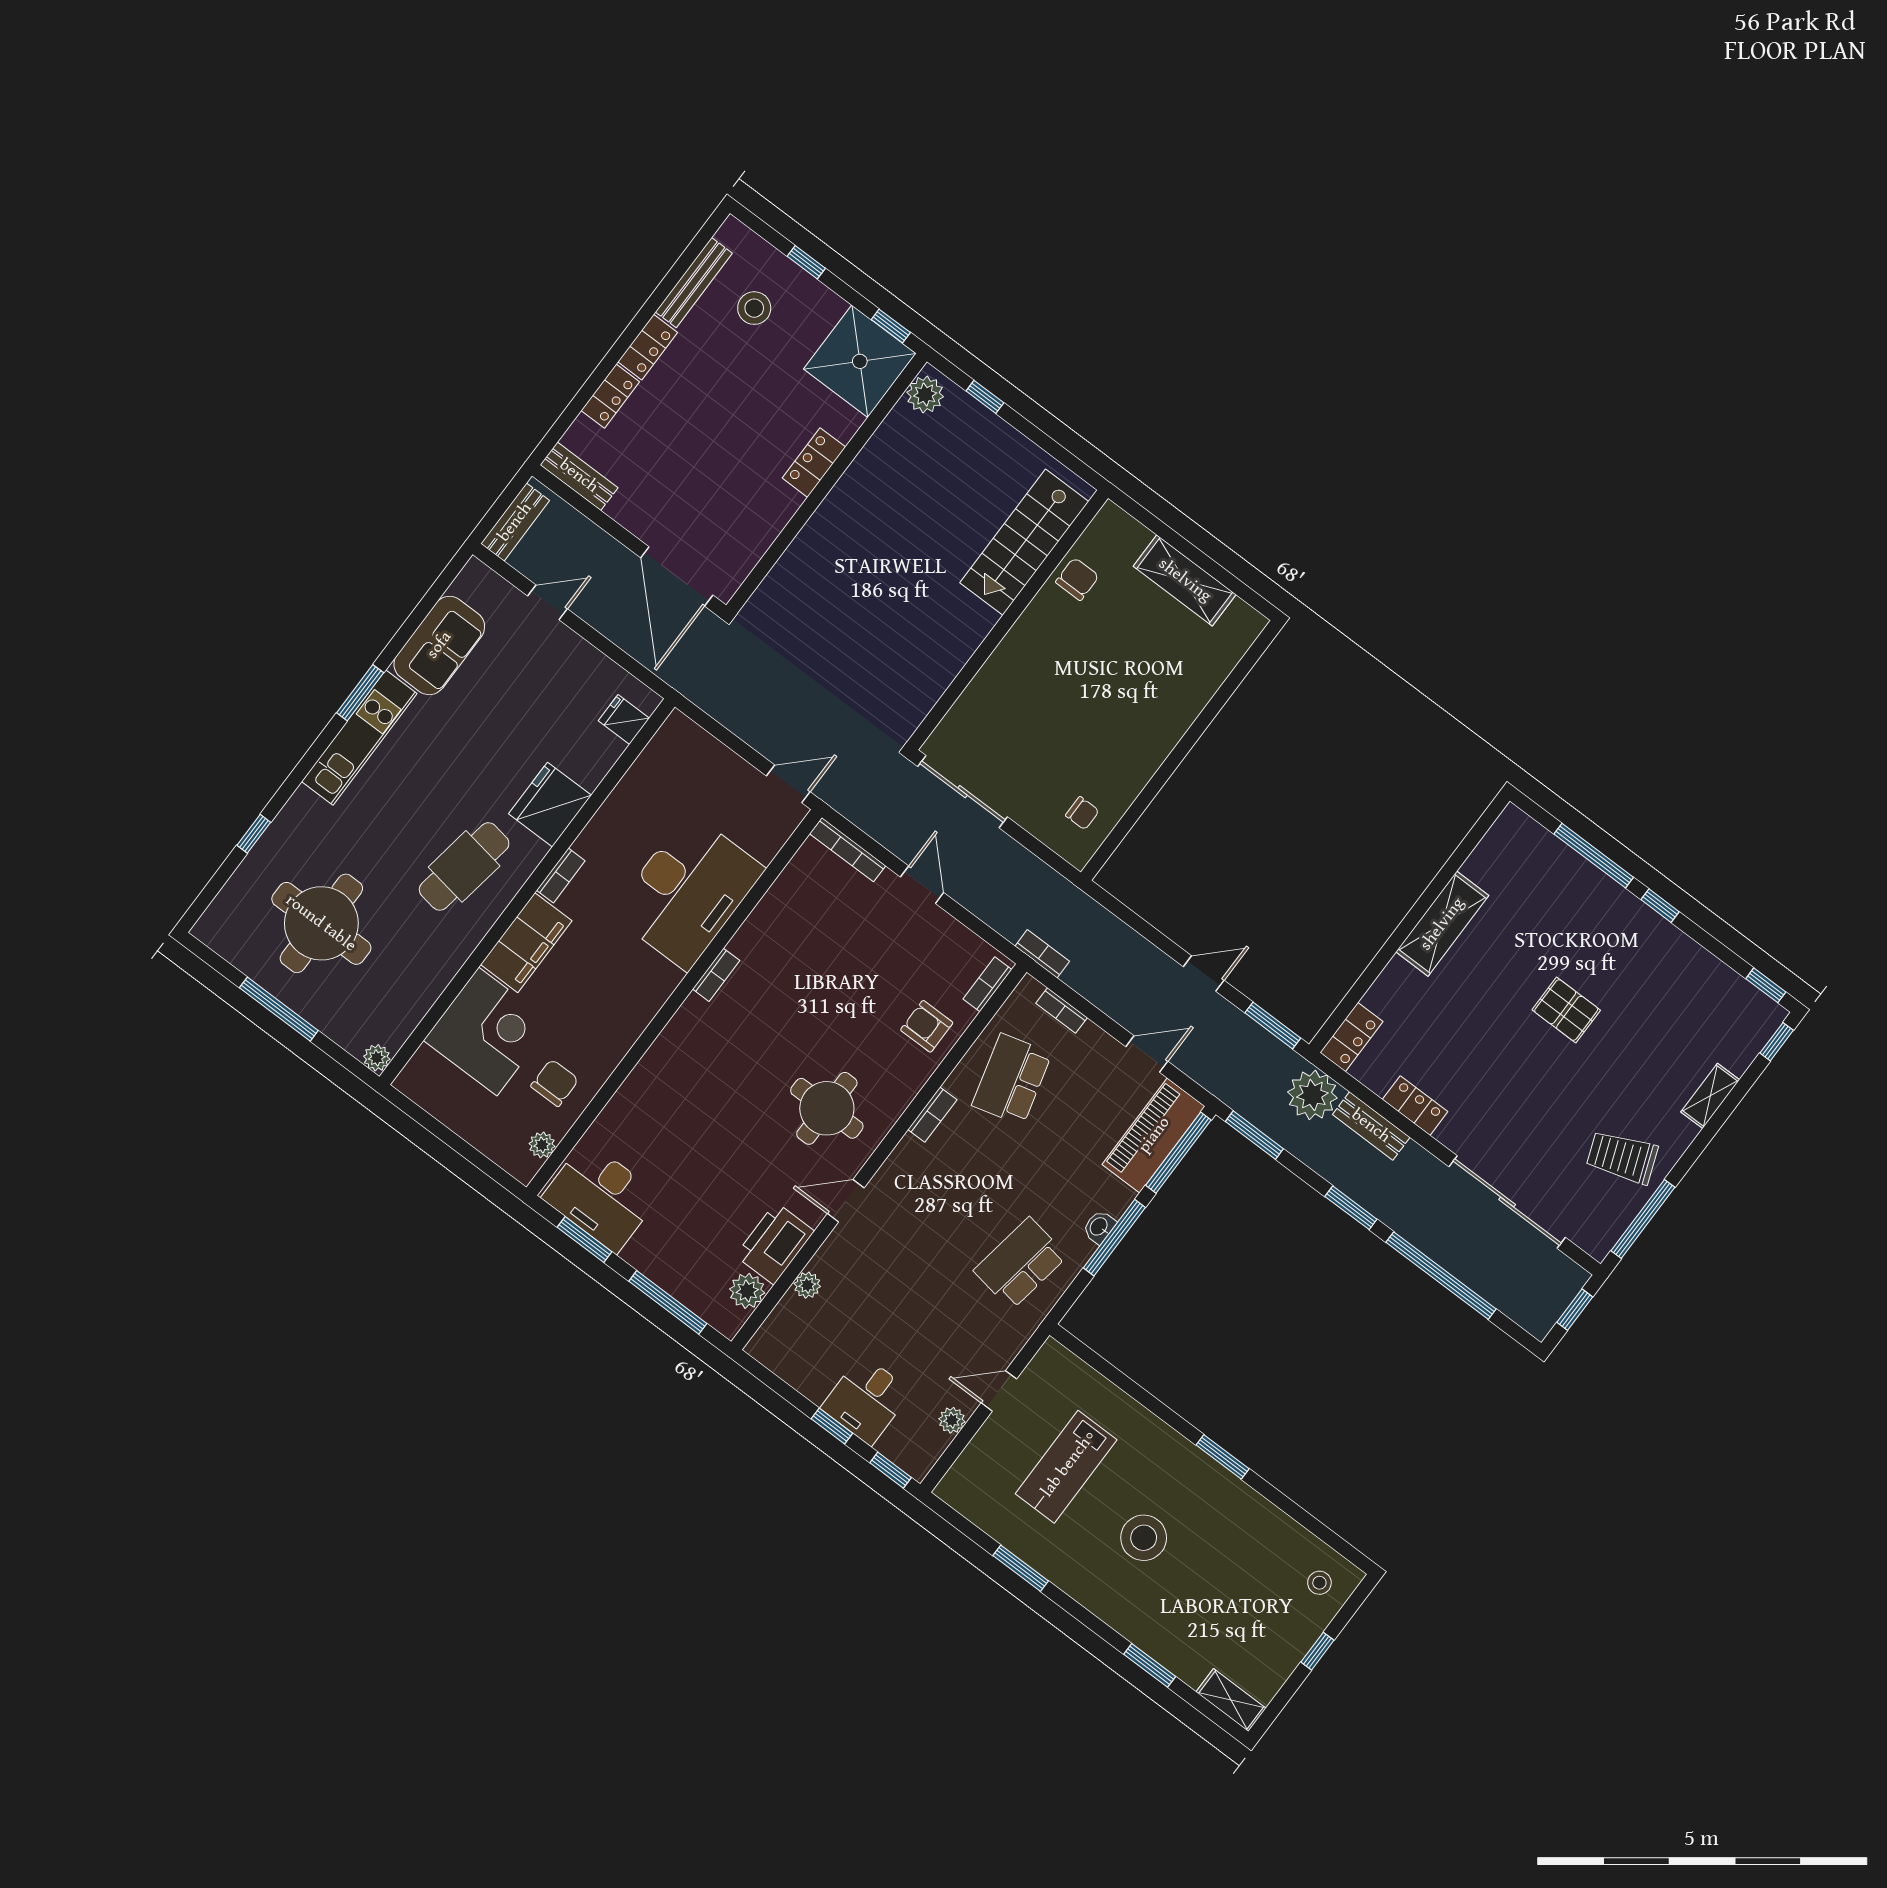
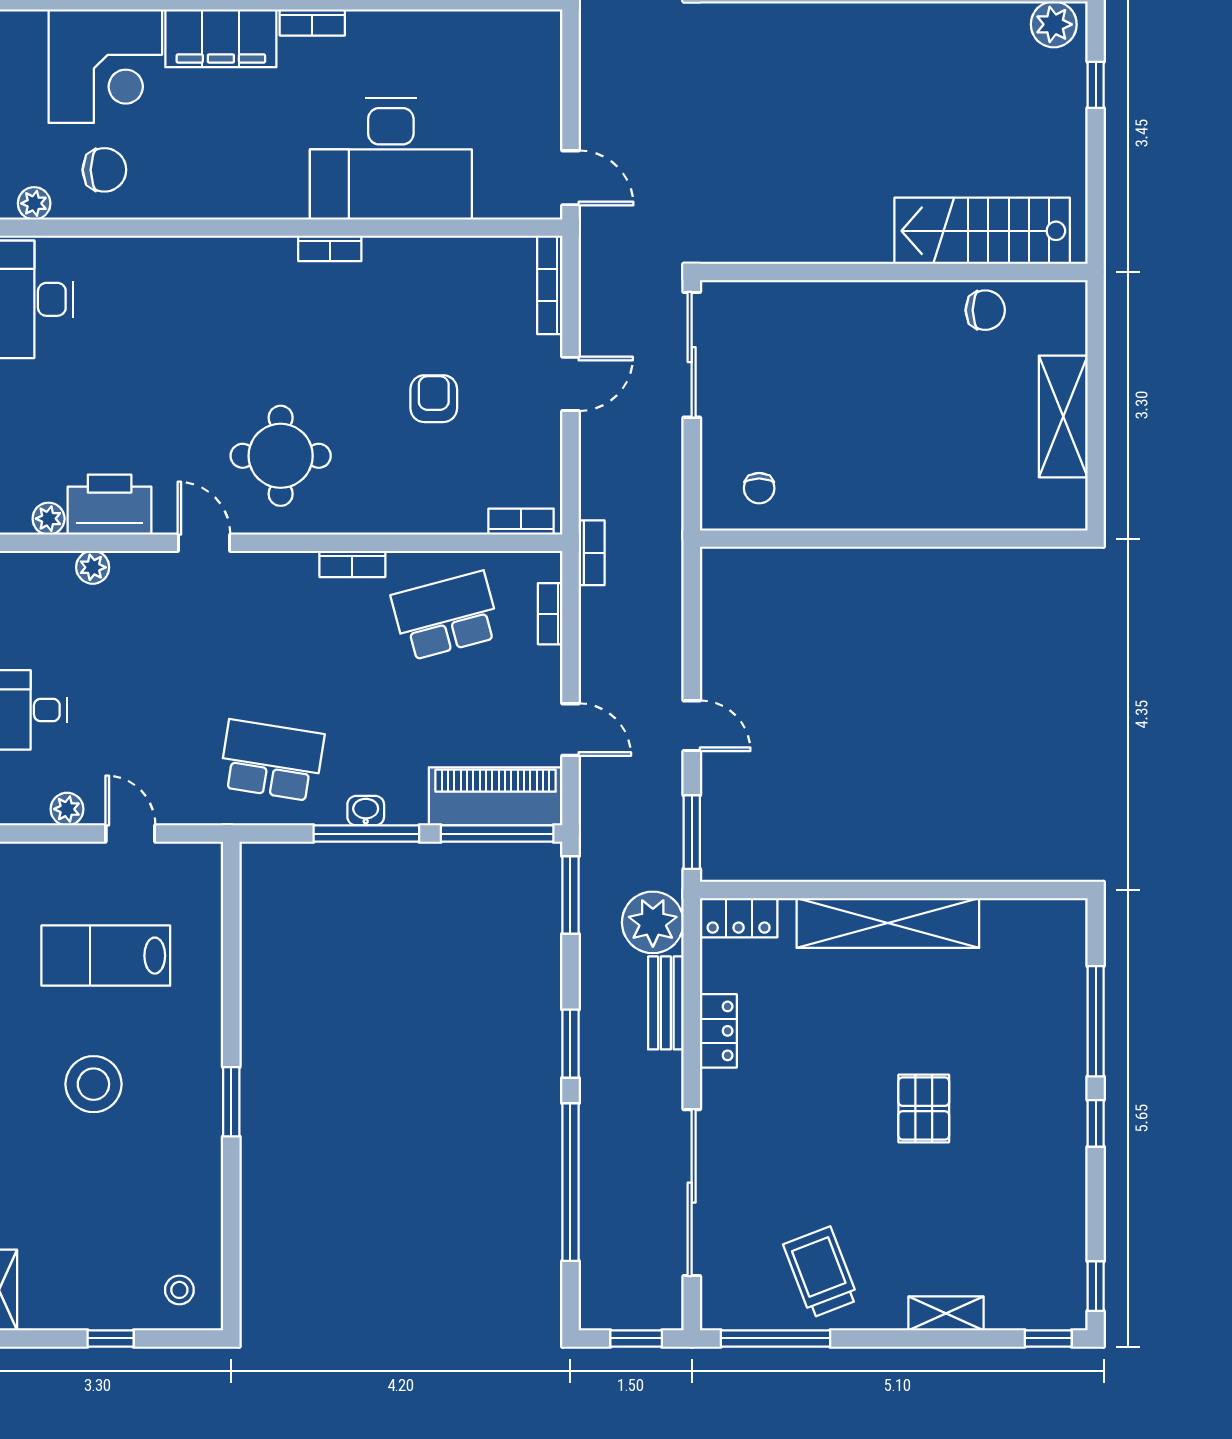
shelving: (1442, 924) -> (888, 923), width x1.47
armchair: (927, 1026) -> (434, 399), moved
plant: (747, 1291) -> (49, 519), width x0.73, depth x0.73

